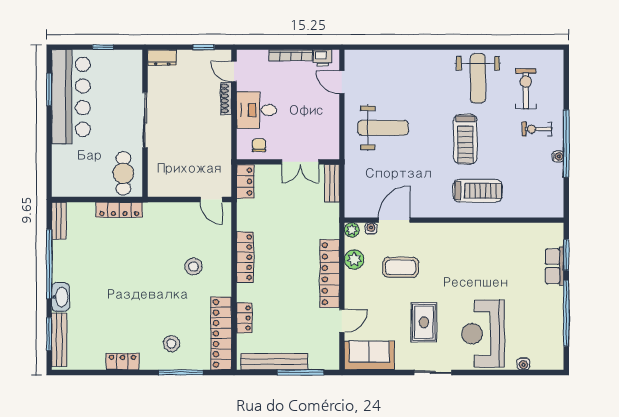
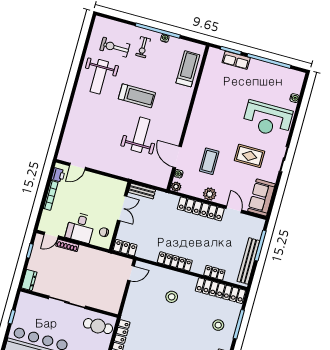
weight bench: (478, 78) -> (99, 77), turned 90
weight bench: (383, 128) -> (140, 135), moved
treadmill: (478, 191) -> (188, 69), moved
plant: (354, 259) -> (210, 194), moved

